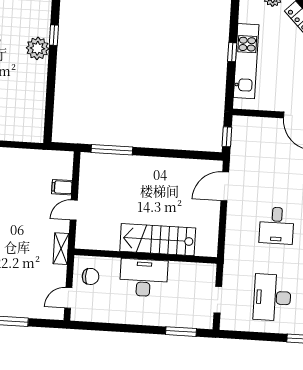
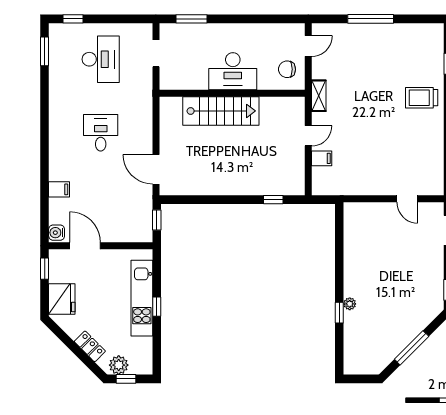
plant: (38, 48) -> (350, 304), width x0.53, depth x0.53
window: (112, 150) -> (273, 200), width x0.46
door: (225, 186) -> (156, 169), swing flipped

